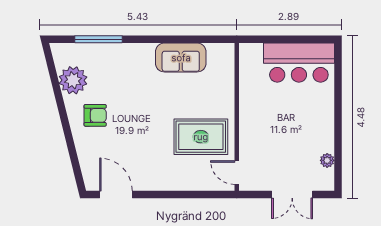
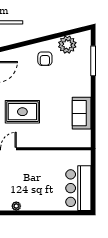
rug: (201, 137) -> (22, 112), moved, turned 90

